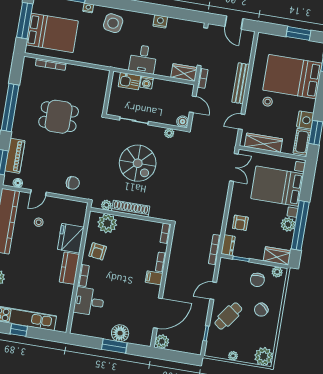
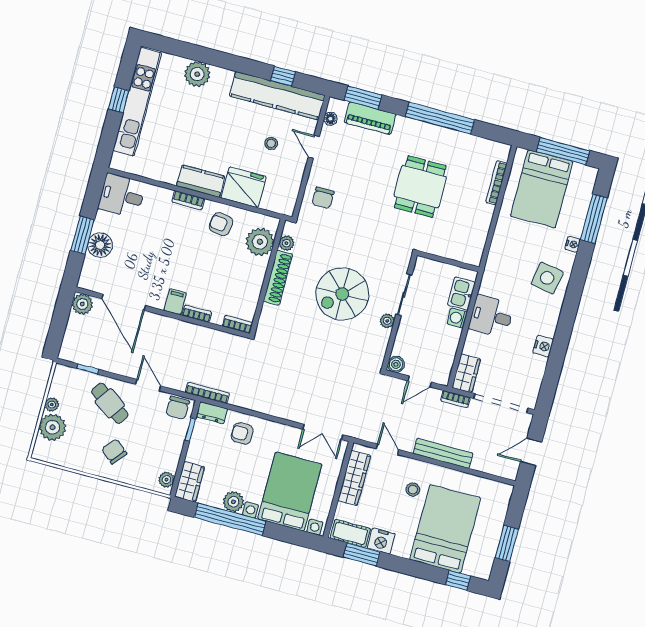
plant: (169, 133) -> (387, 321), moved
chair: (257, 280) -> (178, 408), moved, turned -90
desk: (89, 302) -> (122, 196), moved, turned -90
plant: (264, 356) -> (52, 427), moved

